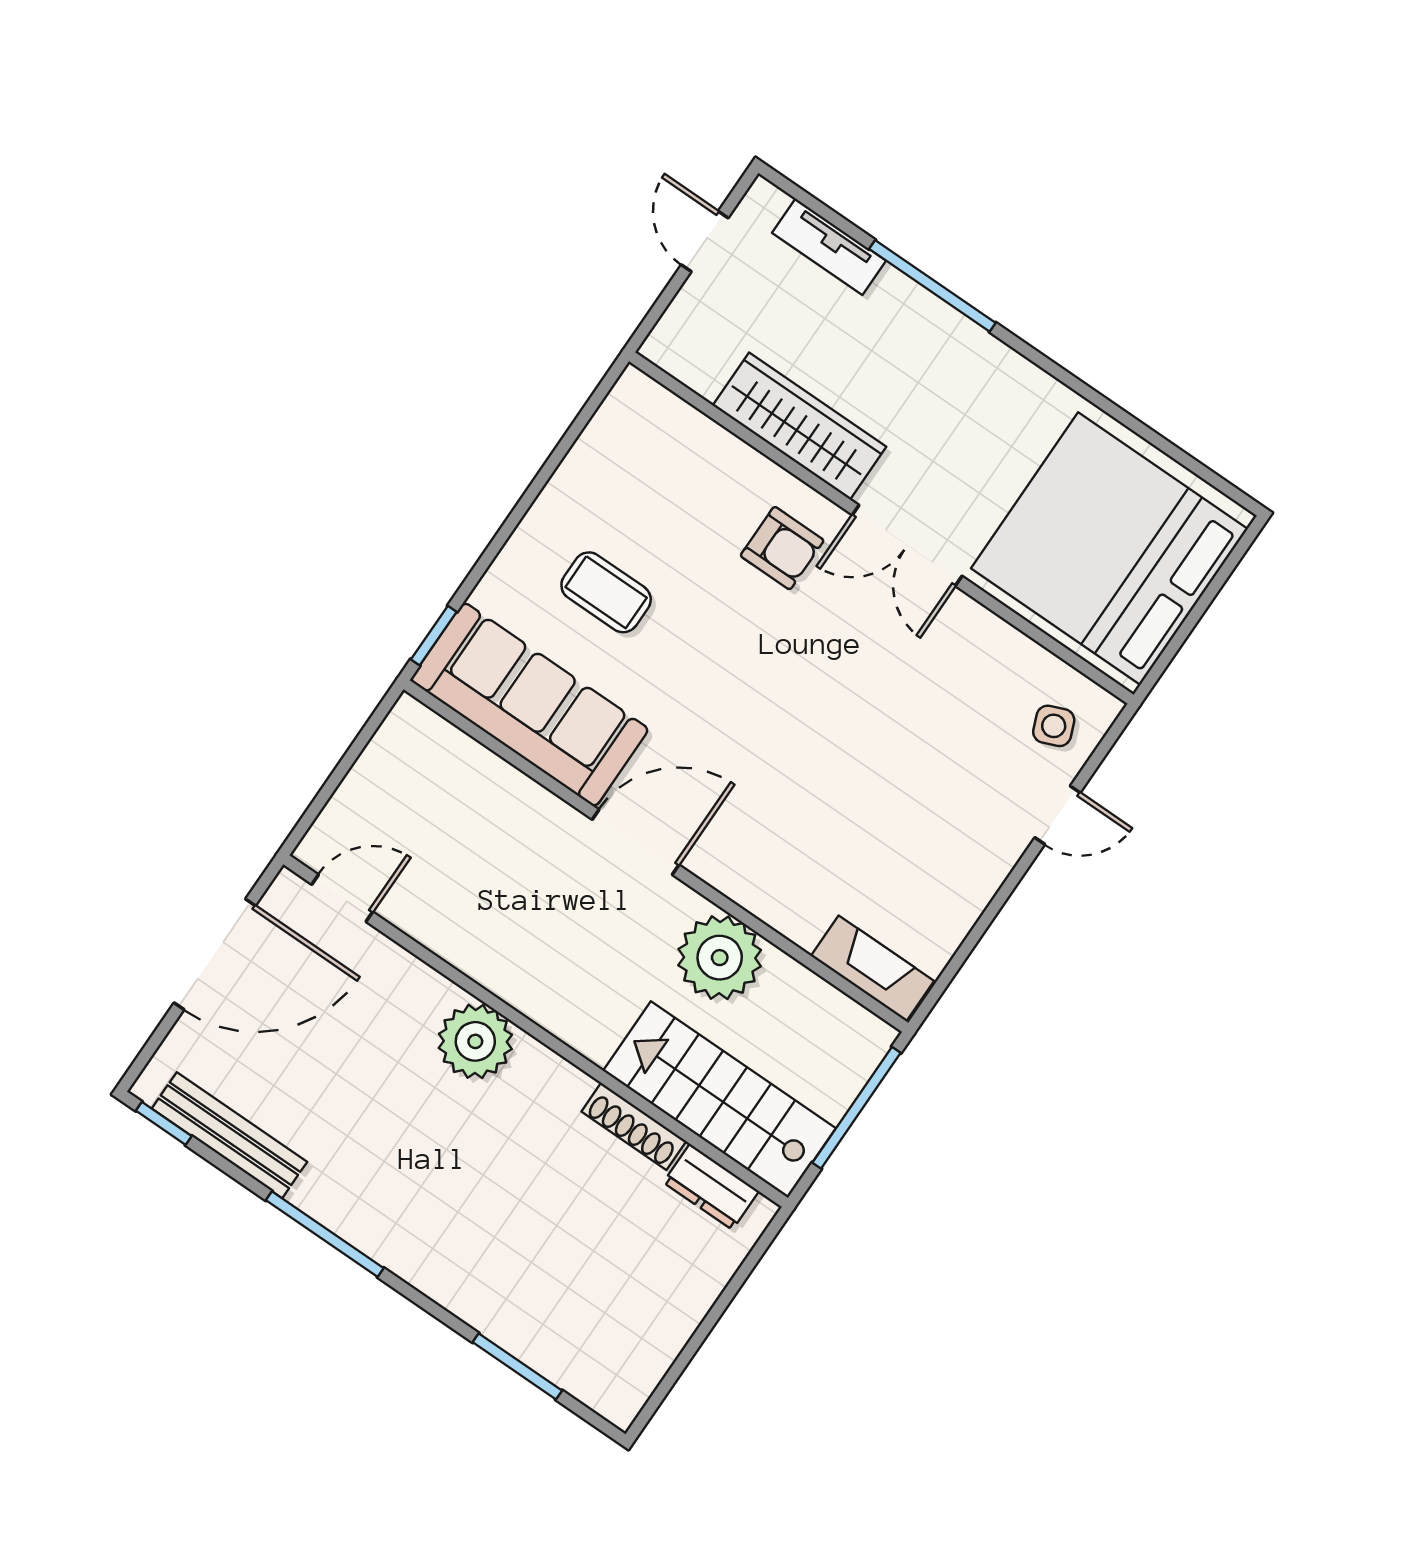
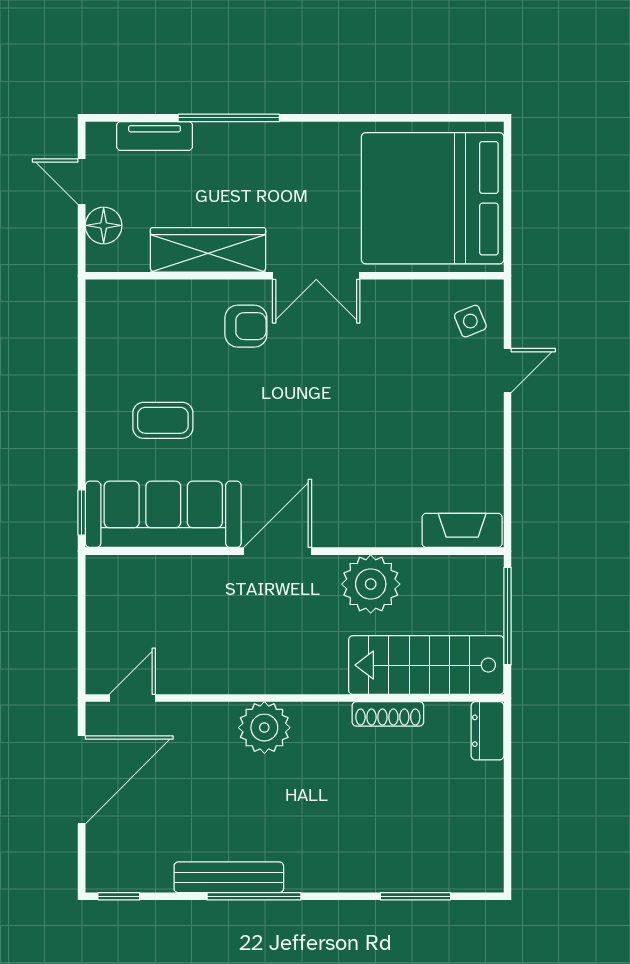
floor lamp: (695, 312) -> (104, 225), added
bench: (229, 1135) -> (229, 877), moved
dresser: (711, 1187) -> (488, 731), moved, turned 90

